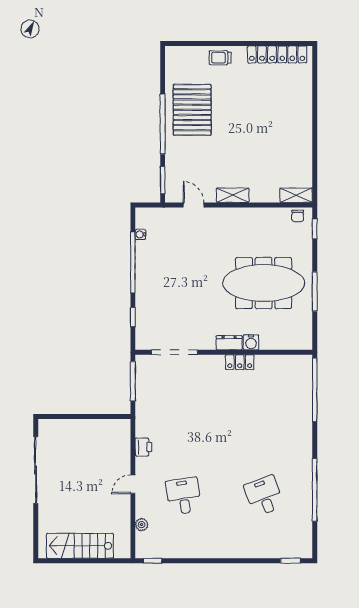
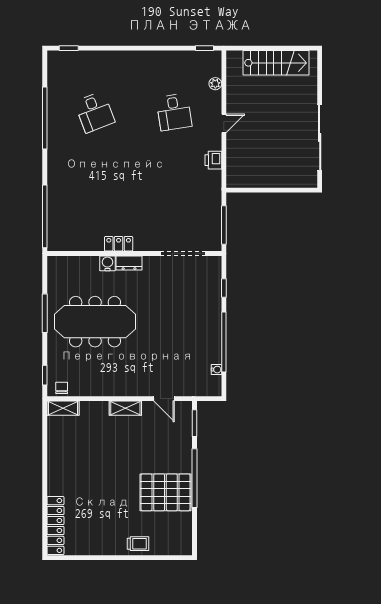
locker: (277, 54) -> (56, 525), moved, turned 90
pallet: (192, 110) -> (165, 492), turned 90

